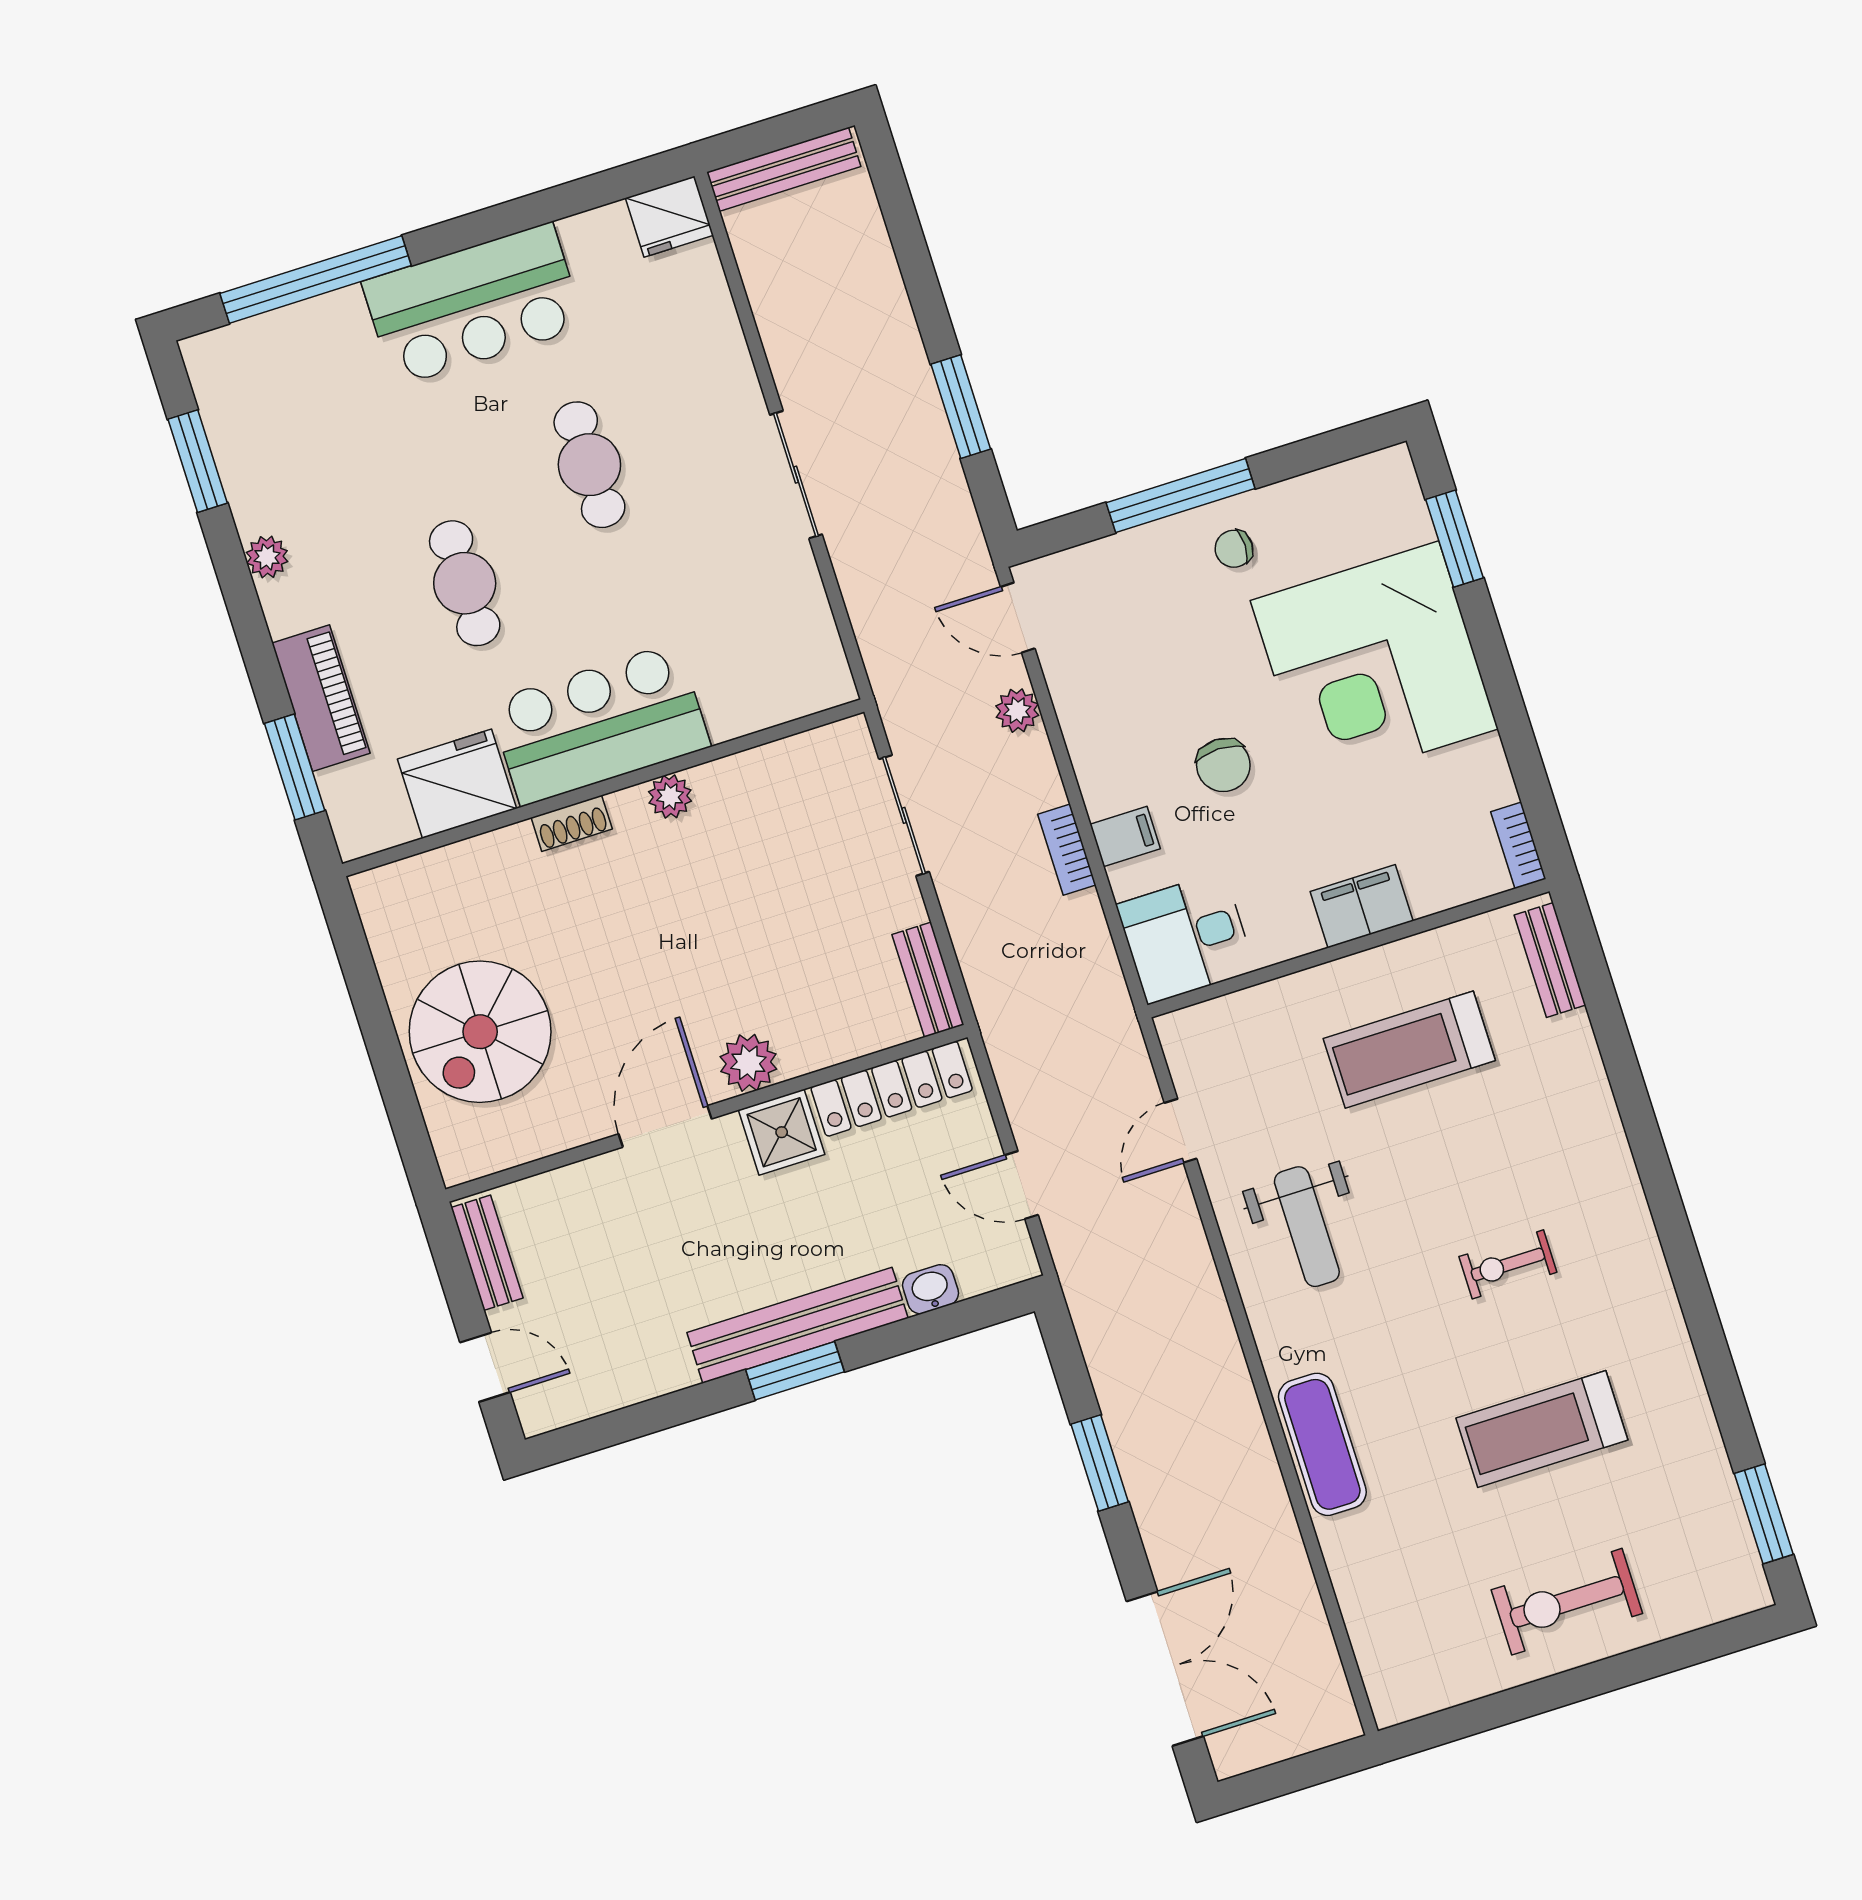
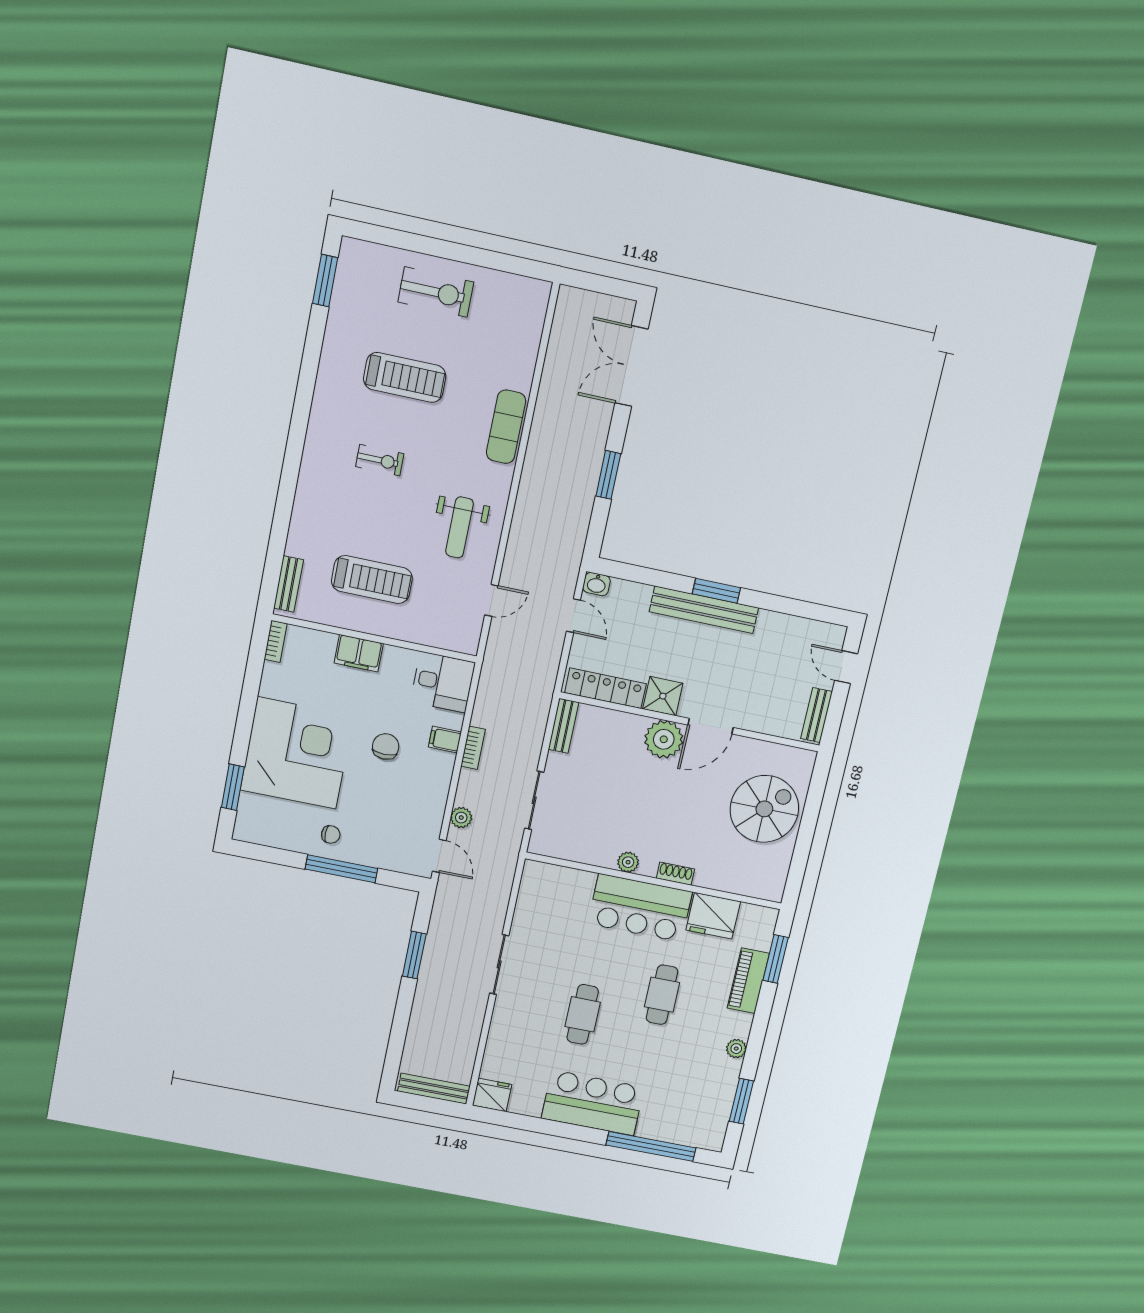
plant: (748, 1063) -> (664, 739), width x1.36, depth x1.36
weight bench: (1307, 1227) -> (459, 527), turned 180
washbasin: (931, 1289) -> (597, 584), moved

